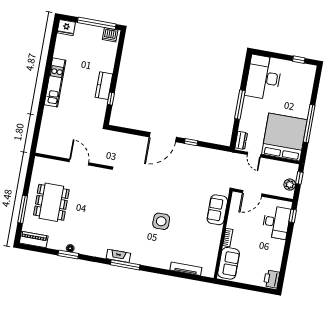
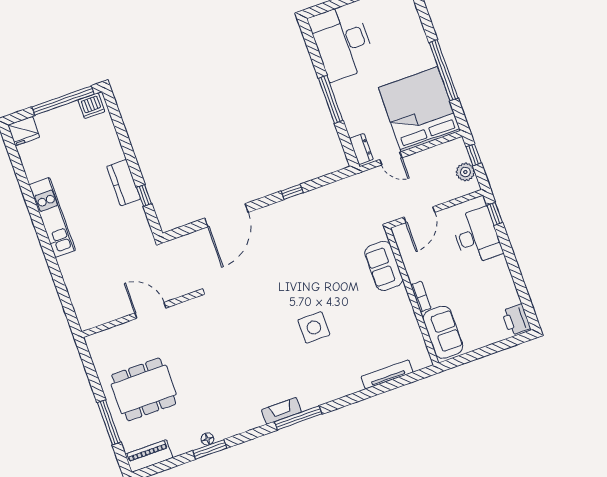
door: (163, 137) -> (226, 215), moved
dining table: (51, 202) -> (144, 389), turned 90

